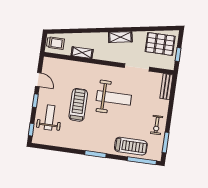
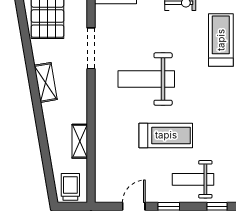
weight bench: (114, 98) -> (146, 79), turned -90
treadmill: (78, 105) -> (166, 135), turned 180

